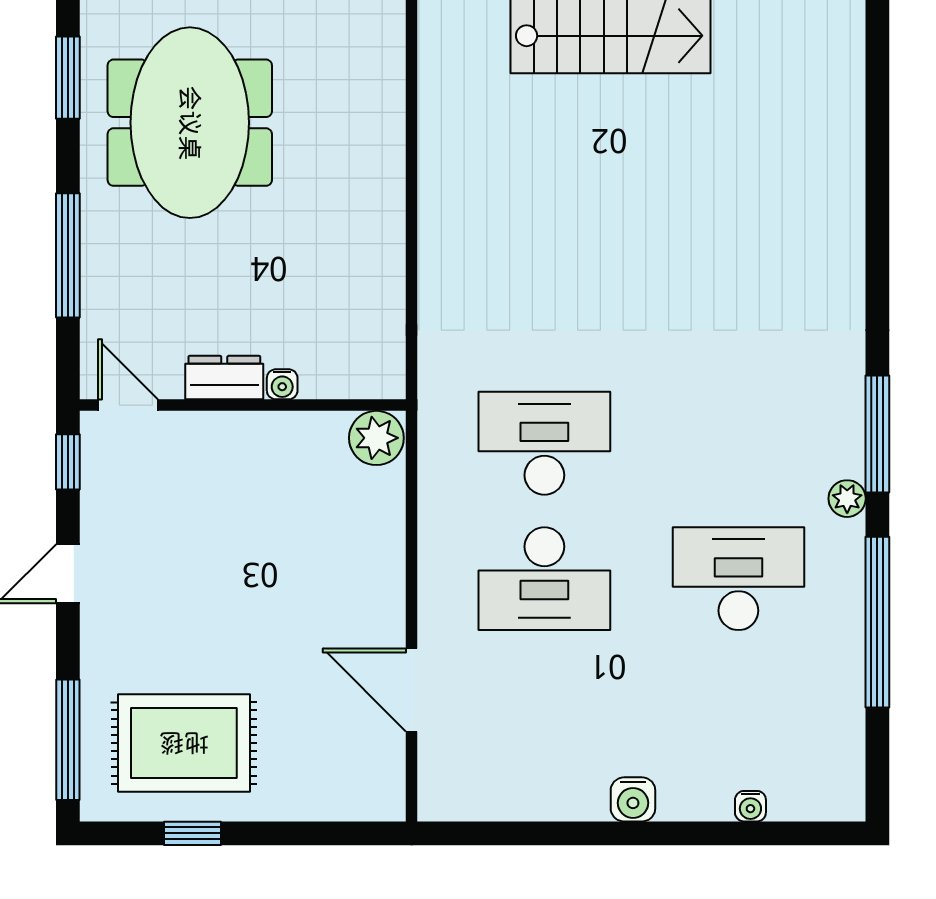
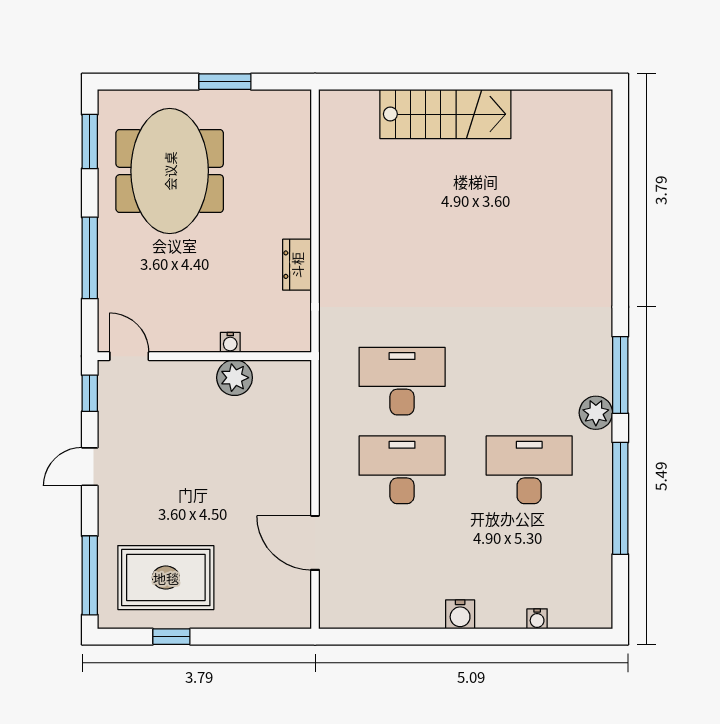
dresser: (224, 378) -> (297, 265), moved, turned -90
plant: (376, 438) -> (235, 378), moved
plant: (847, 499) -> (596, 413), width x1.38, depth x1.38
desk: (544, 579) -> (402, 470), turned 180

